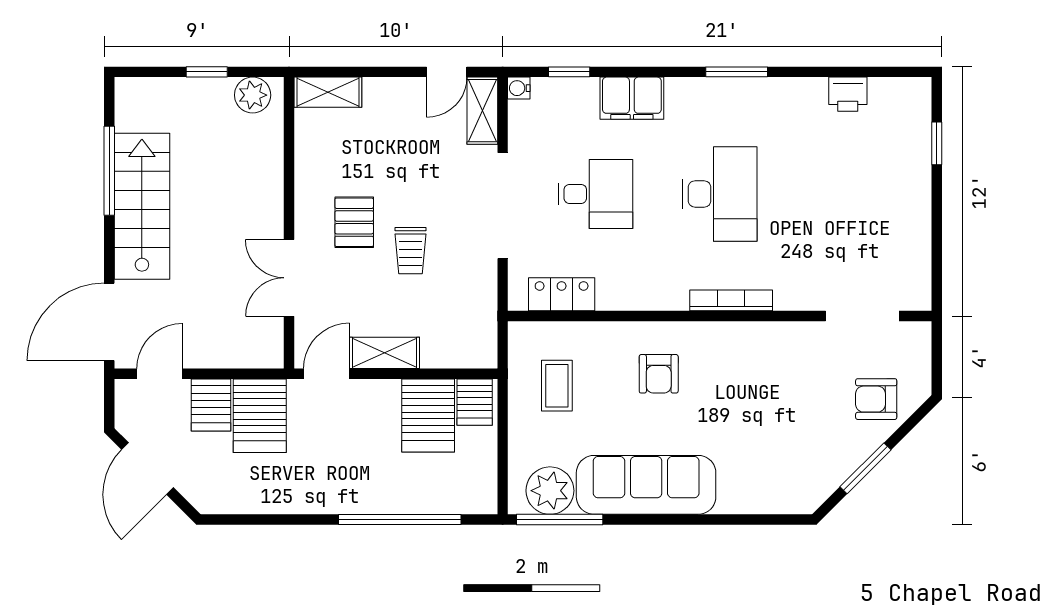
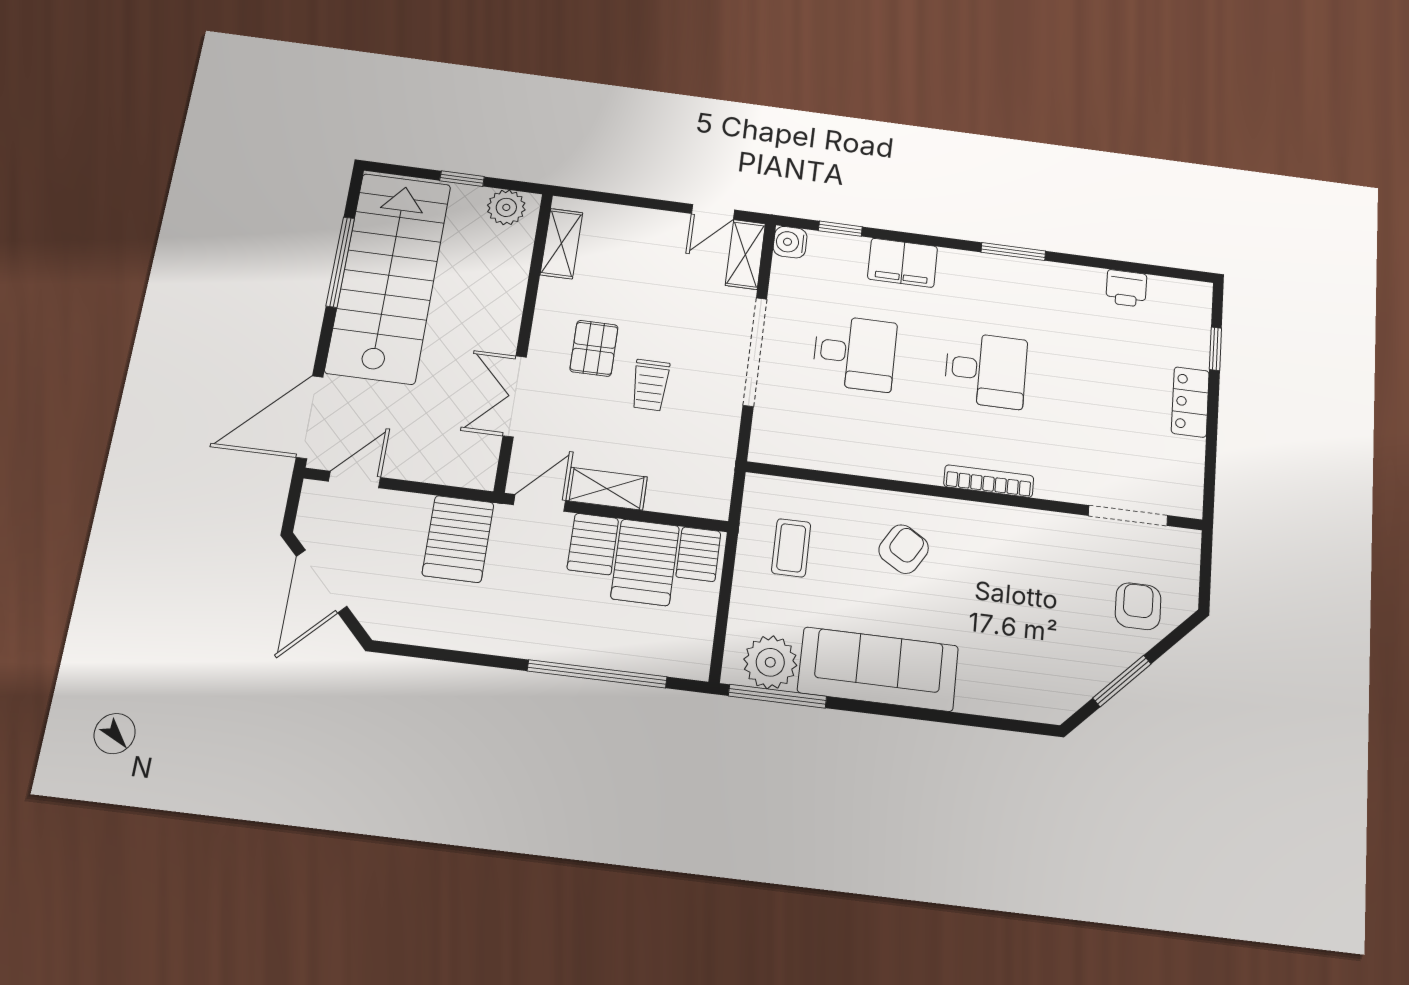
water cooler: (519, 88) -> (790, 242), width x1.38, depth x1.38
shelving: (328, 92) -> (561, 244), moved, turned 90
desk: (720, 194) -> (986, 370), width x0.73
stairs: (142, 206) -> (389, 278), width x1.36, depth x1.51
locker: (562, 294) -> (1190, 402), moved, turned -90
armchair: (659, 374) -> (904, 549), turned -149
armchair: (876, 399) -> (1138, 606), turned 90
server rack: (211, 405) -> (593, 544), moved

